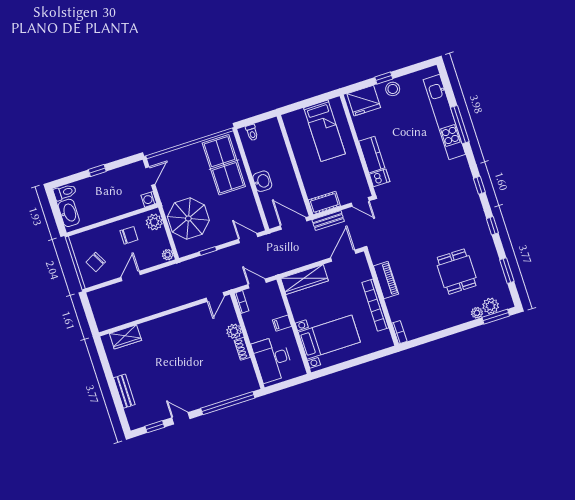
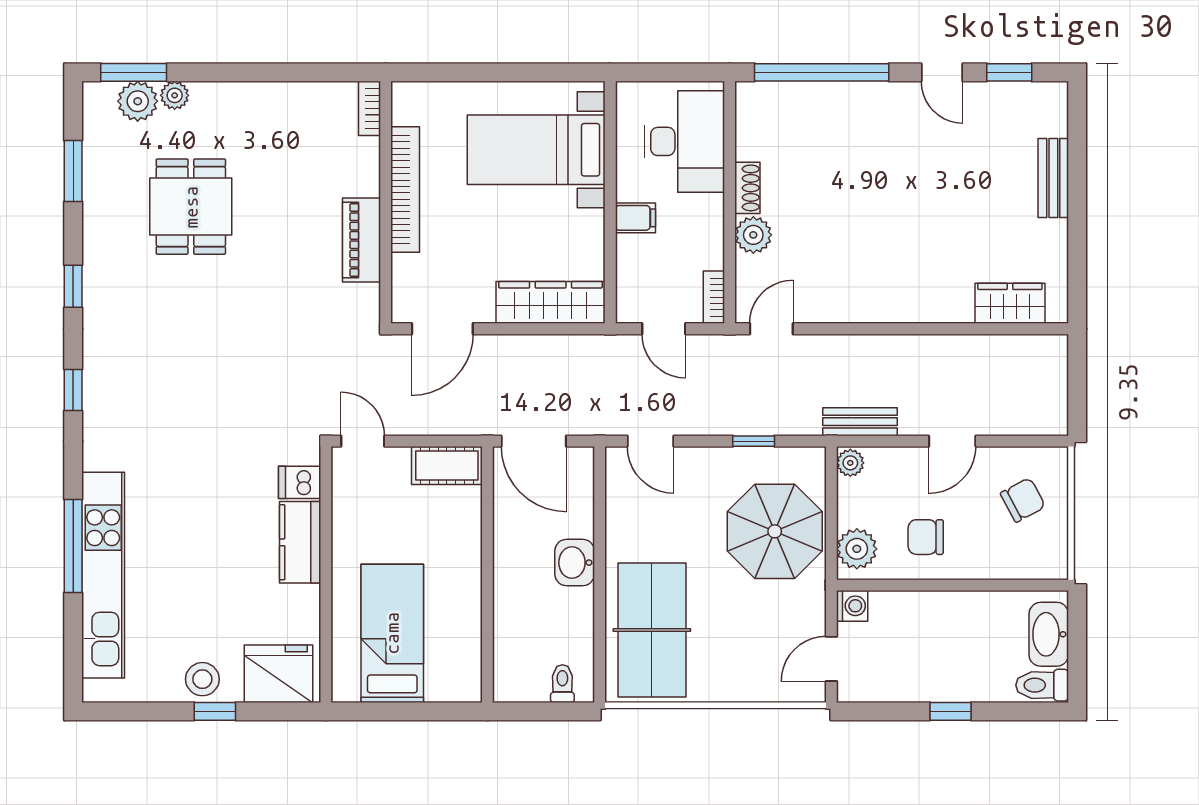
bench: (328, 221) -> (860, 422), moved

